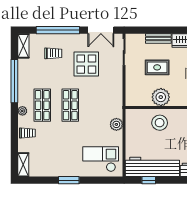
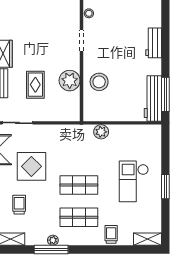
window: (14, 81) -> (51, 249), width x0.68
plant: (22, 111) -> (53, 240), moved
checkout: (101, 159) -> (134, 181), moved
workbench: (152, 167) -> (153, 98), width x0.73, depth x0.76
window: (149, 180) -> (165, 94), width x2.17

